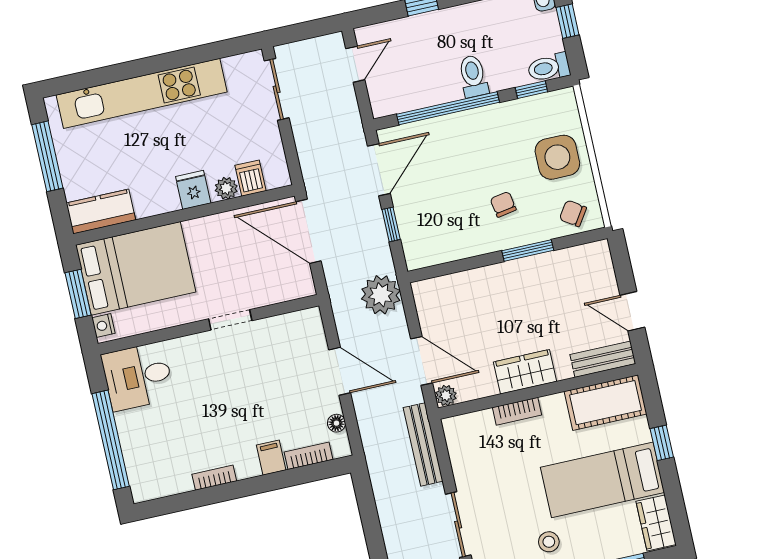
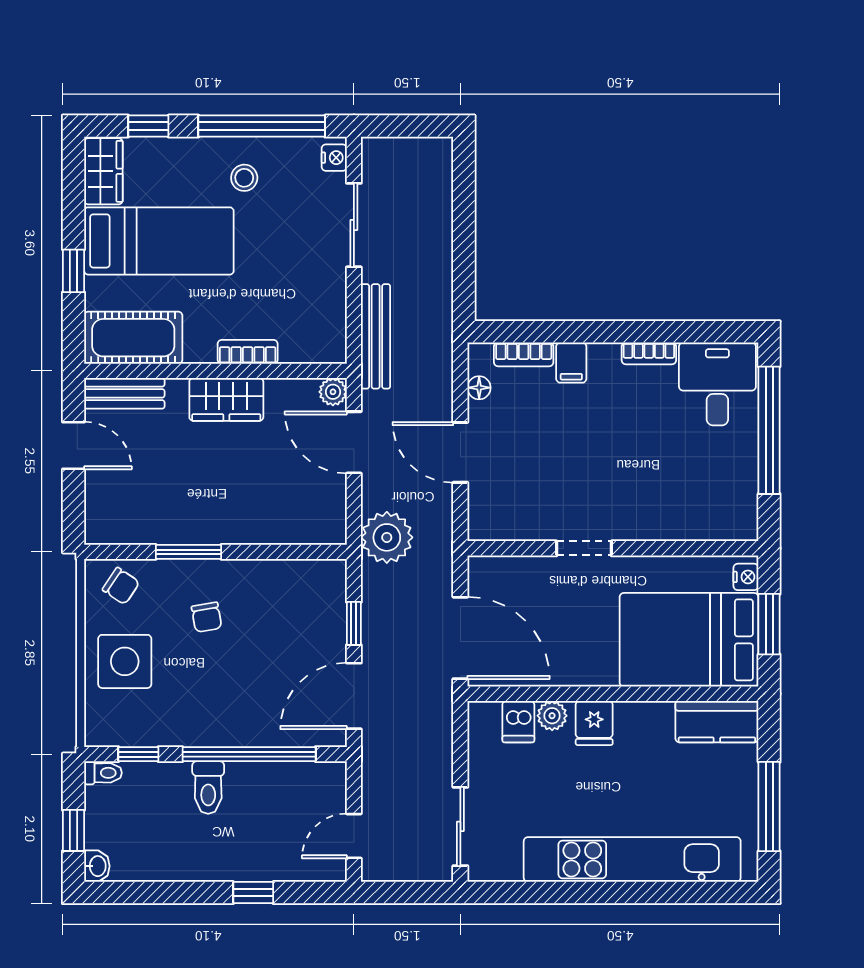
toilet: (549, 68) -> (103, 773), width x0.73, depth x0.72
desk: (138, 377) -> (717, 384), moved, turned -90

